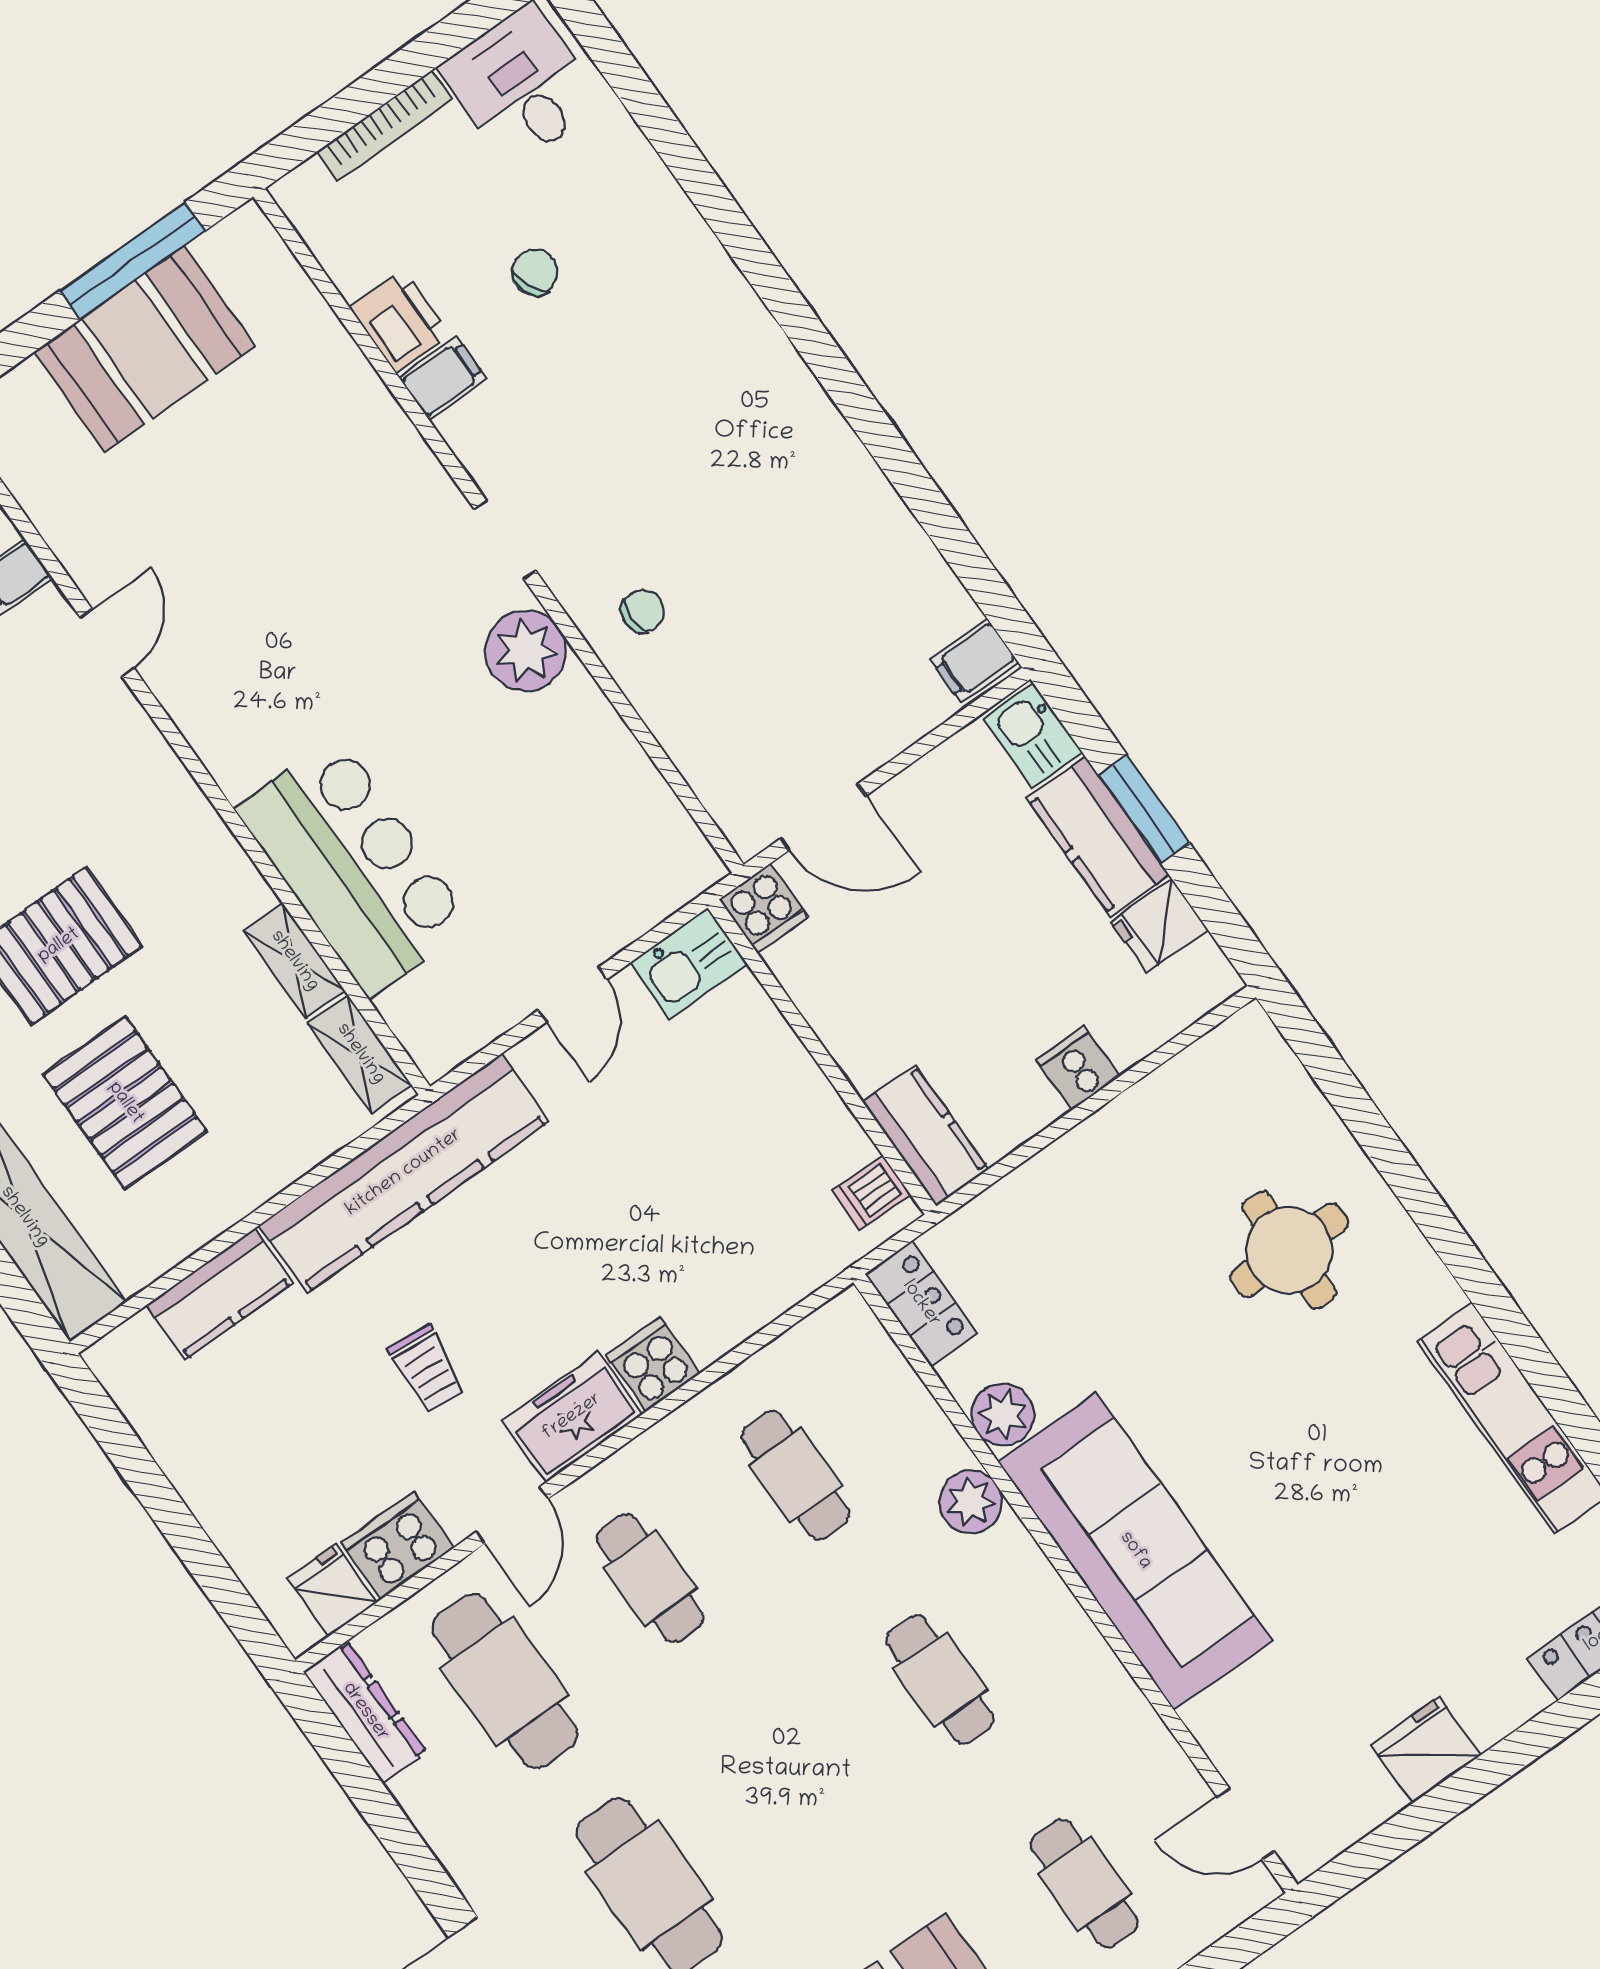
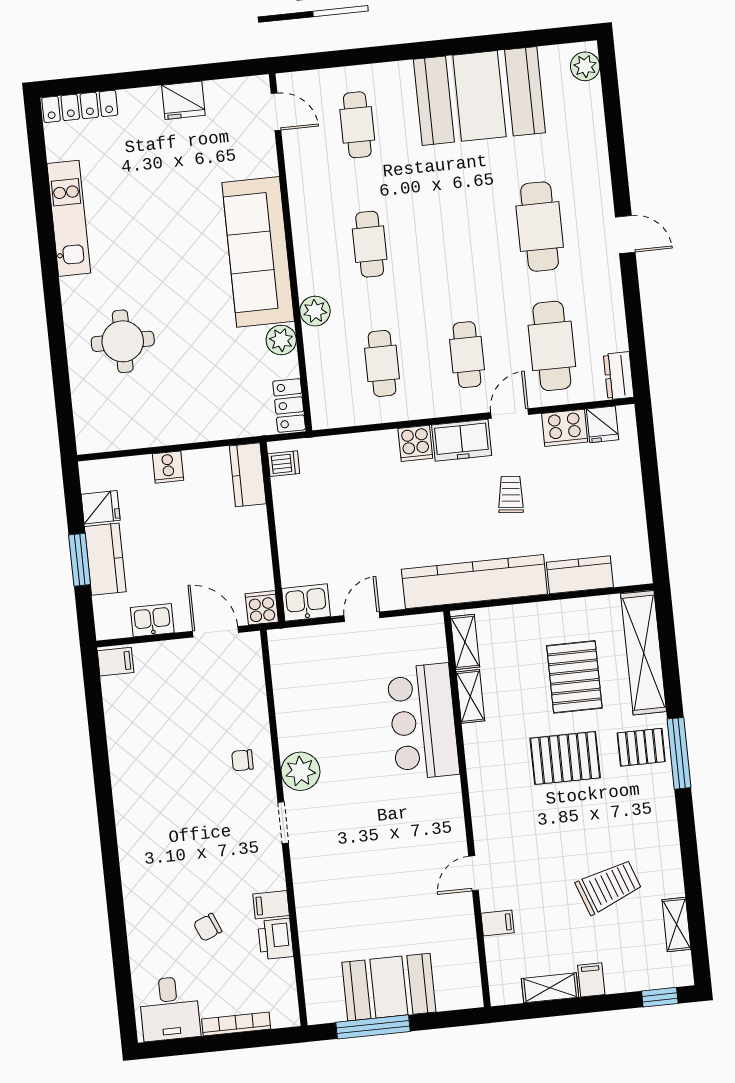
kitchen sink: (1033, 736) -> (152, 620), moved, turned -90
dresser: (365, 1712) -> (619, 376), width x0.70

